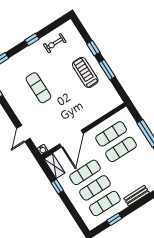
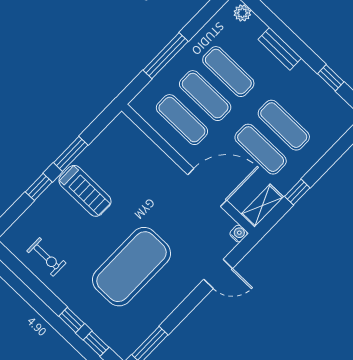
window: (32, 39) -> (72, 320), moved
treadmill: (85, 73) -> (85, 191), turned -90
exercise mat: (38, 88) -> (131, 267), width x2.00, depth x1.45
exercise mat: (105, 203) -> (228, 72), moved

